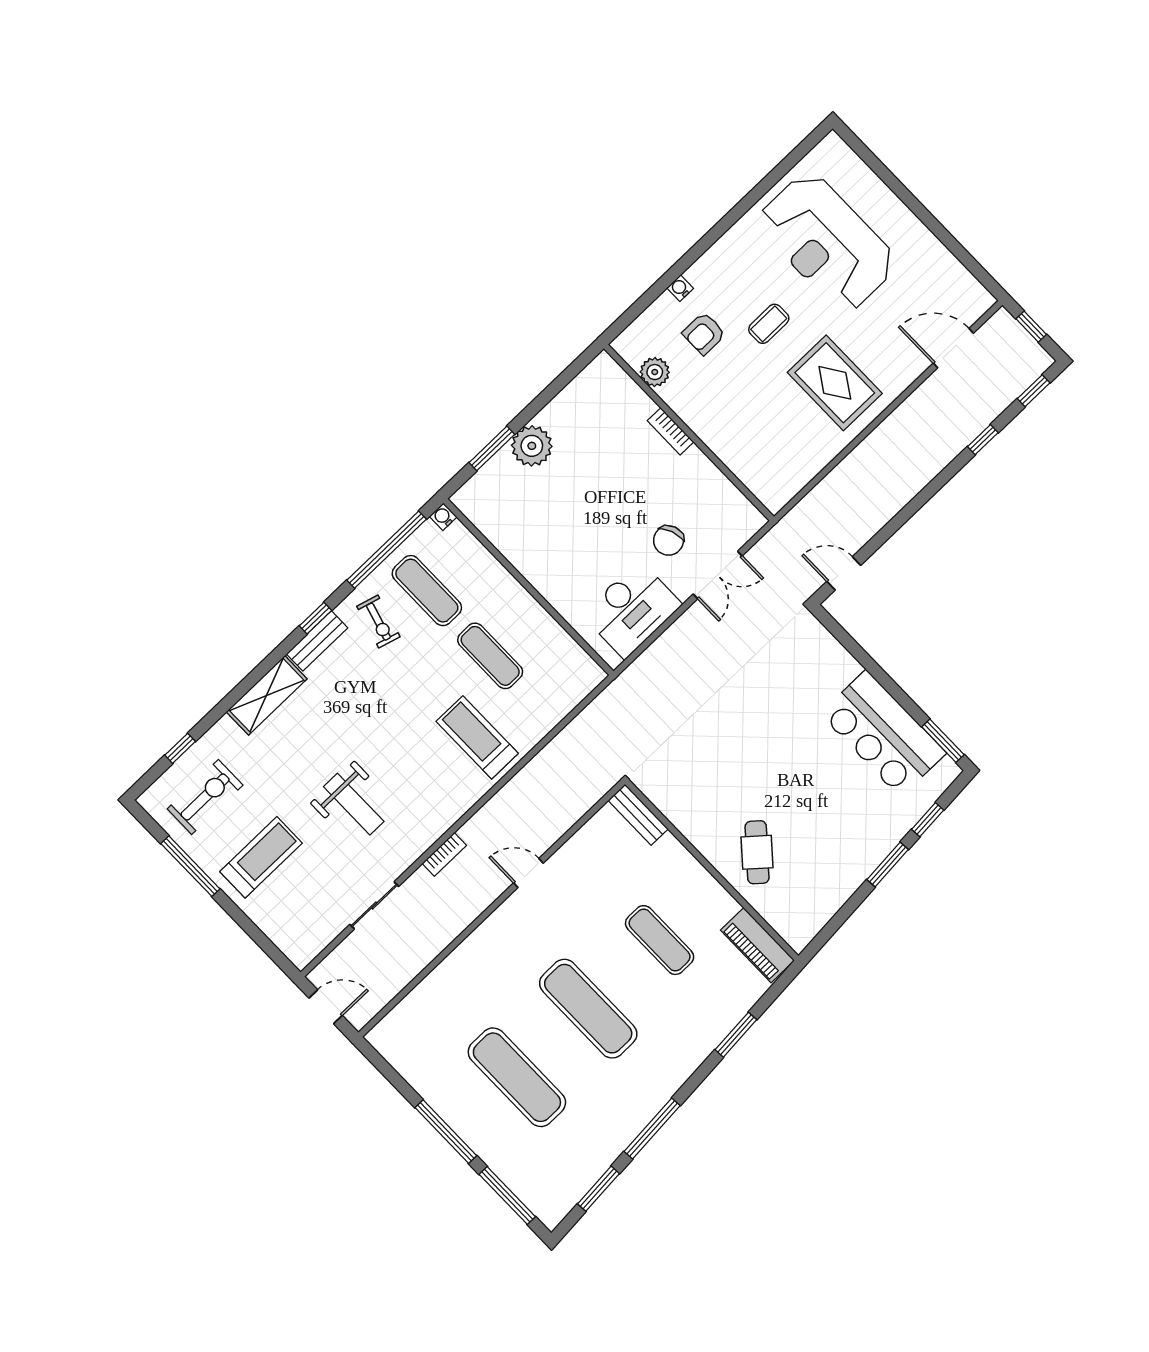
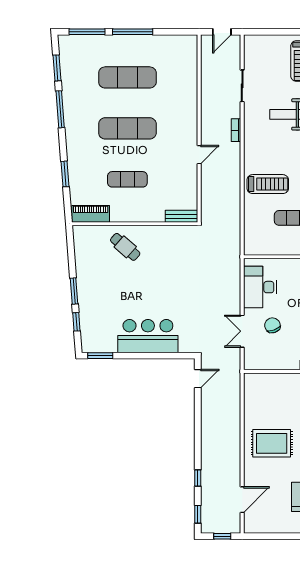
bar counter: (883, 733) -> (148, 336), moved

